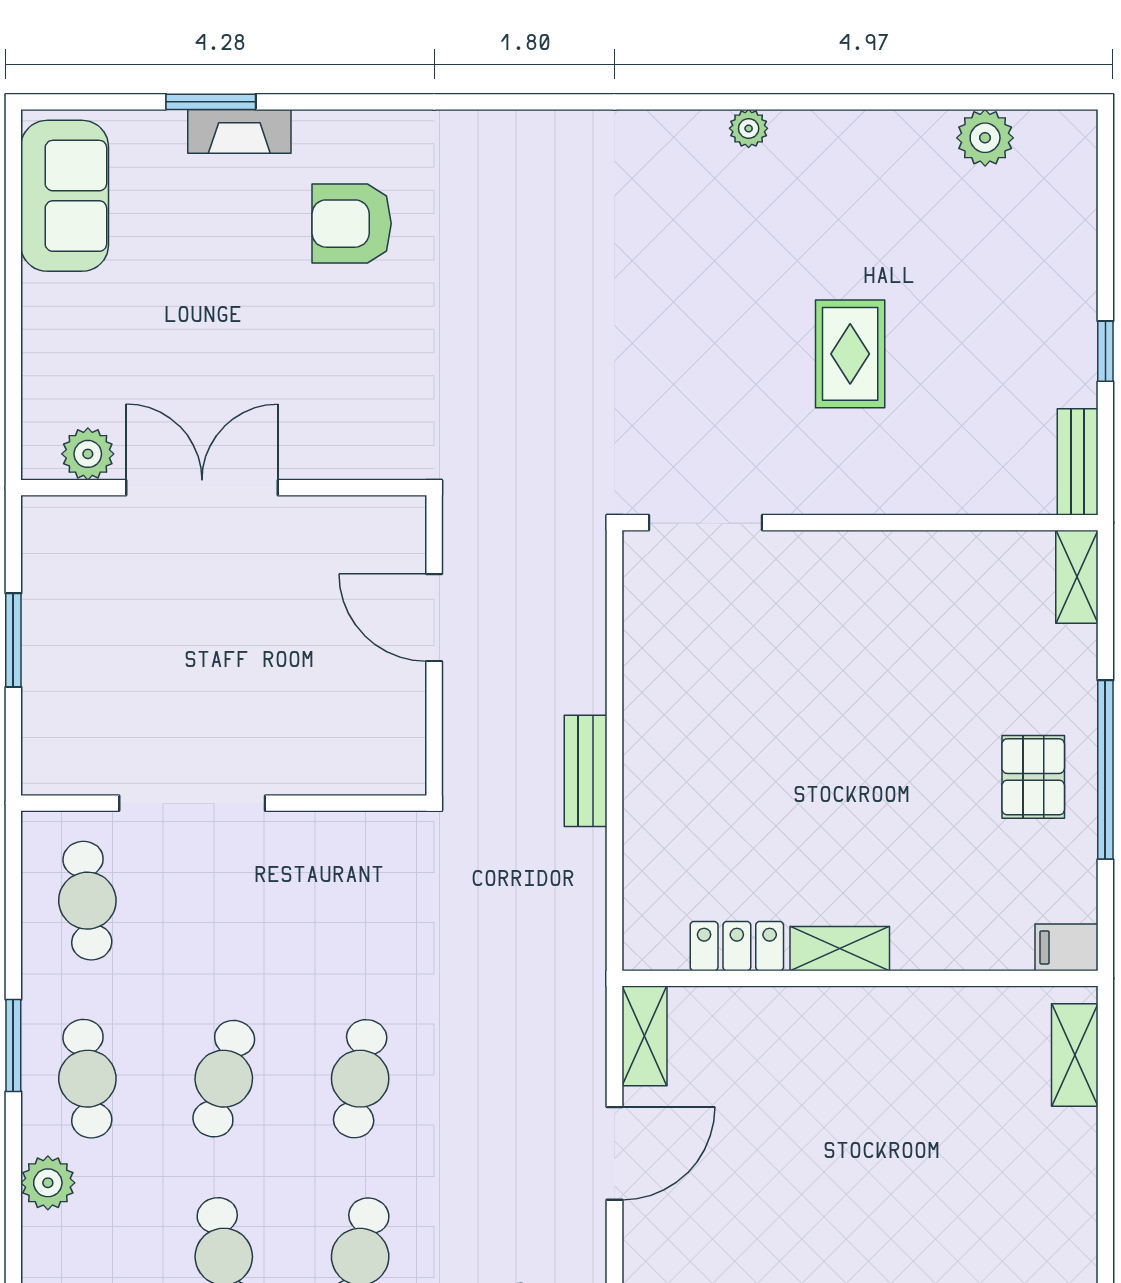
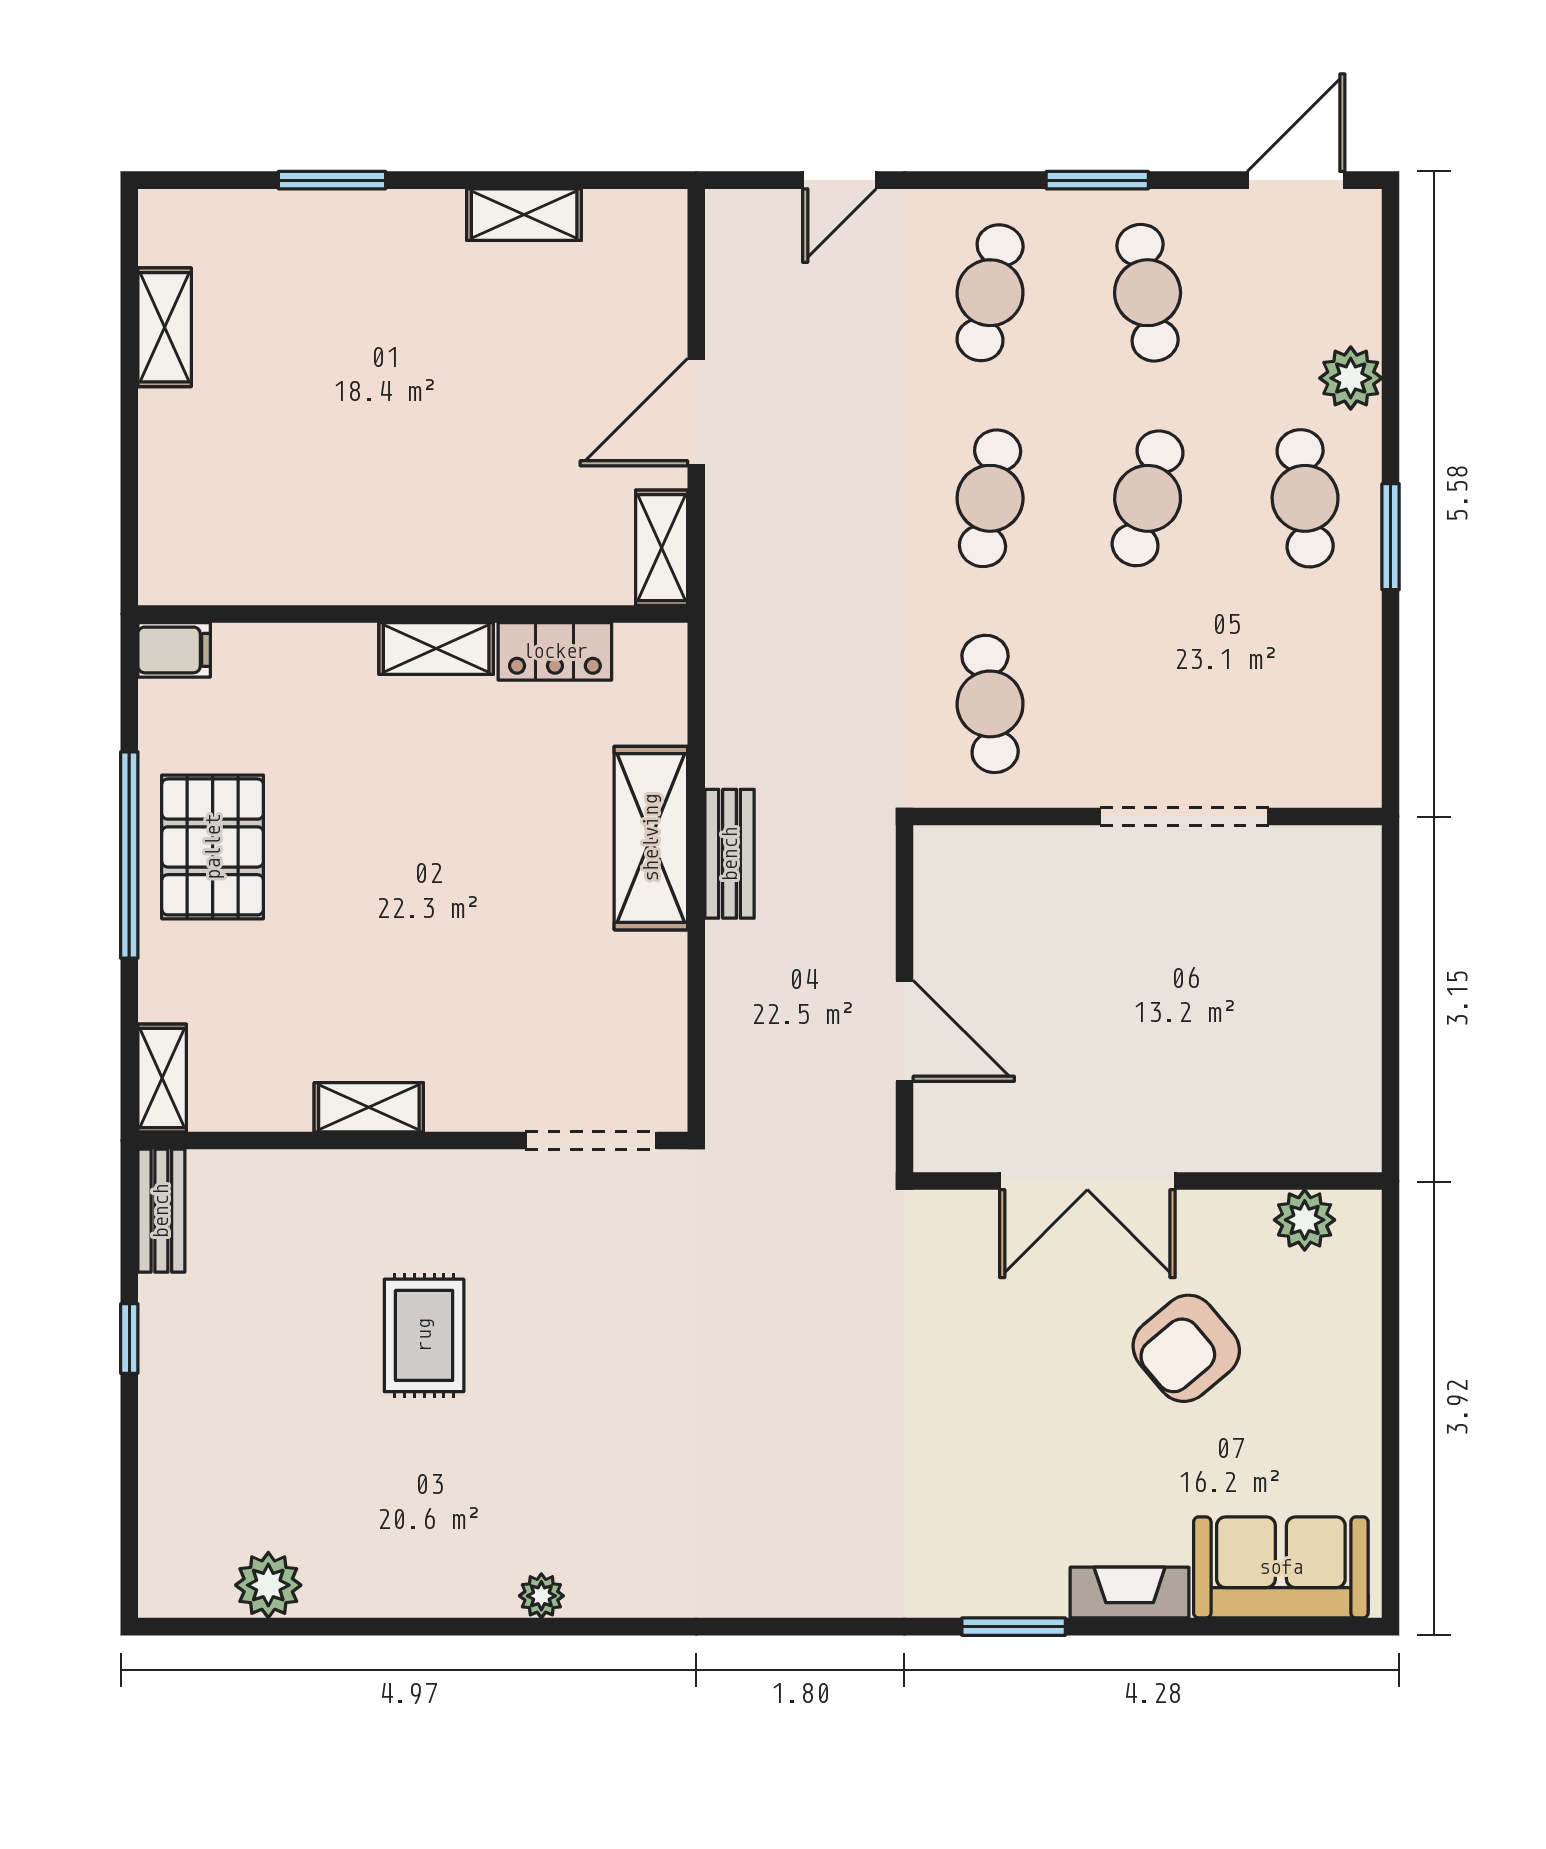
window: (211, 102) -> (1014, 1627), moved
sofa: (65, 196) -> (1281, 1567), moved, turned 90
armchair: (352, 224) -> (1186, 1348), moved, turned 140
double door: (202, 488) -> (1087, 1181), moved
shelving: (898, 551) -> (369, 1107), added
window: (13, 640) -> (1391, 1005), removed
pallet: (1033, 777) -> (213, 847), width x1.50, depth x1.42
shelving: (654, 785) -> (651, 838), added
cafe table: (87, 901) -> (990, 704), moved
shelving: (1075, 1055) -> (165, 327), moved

